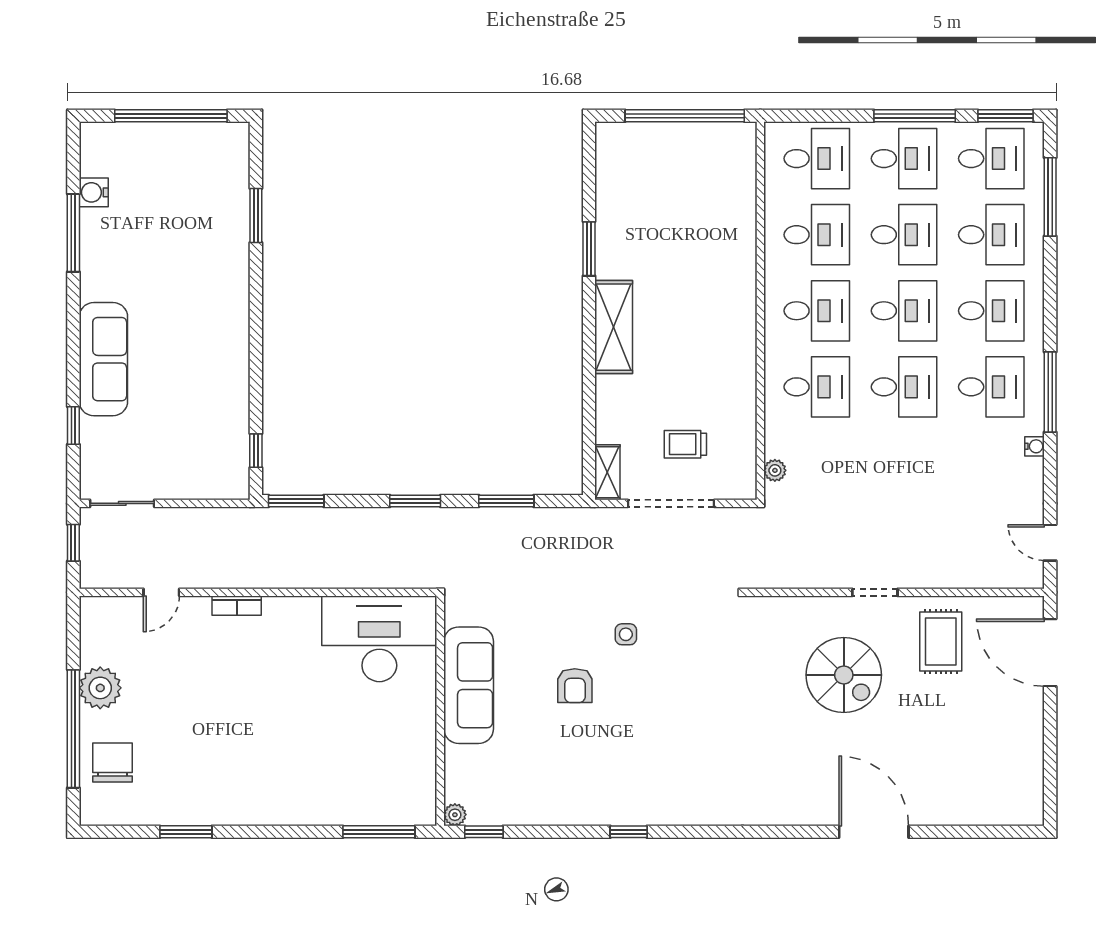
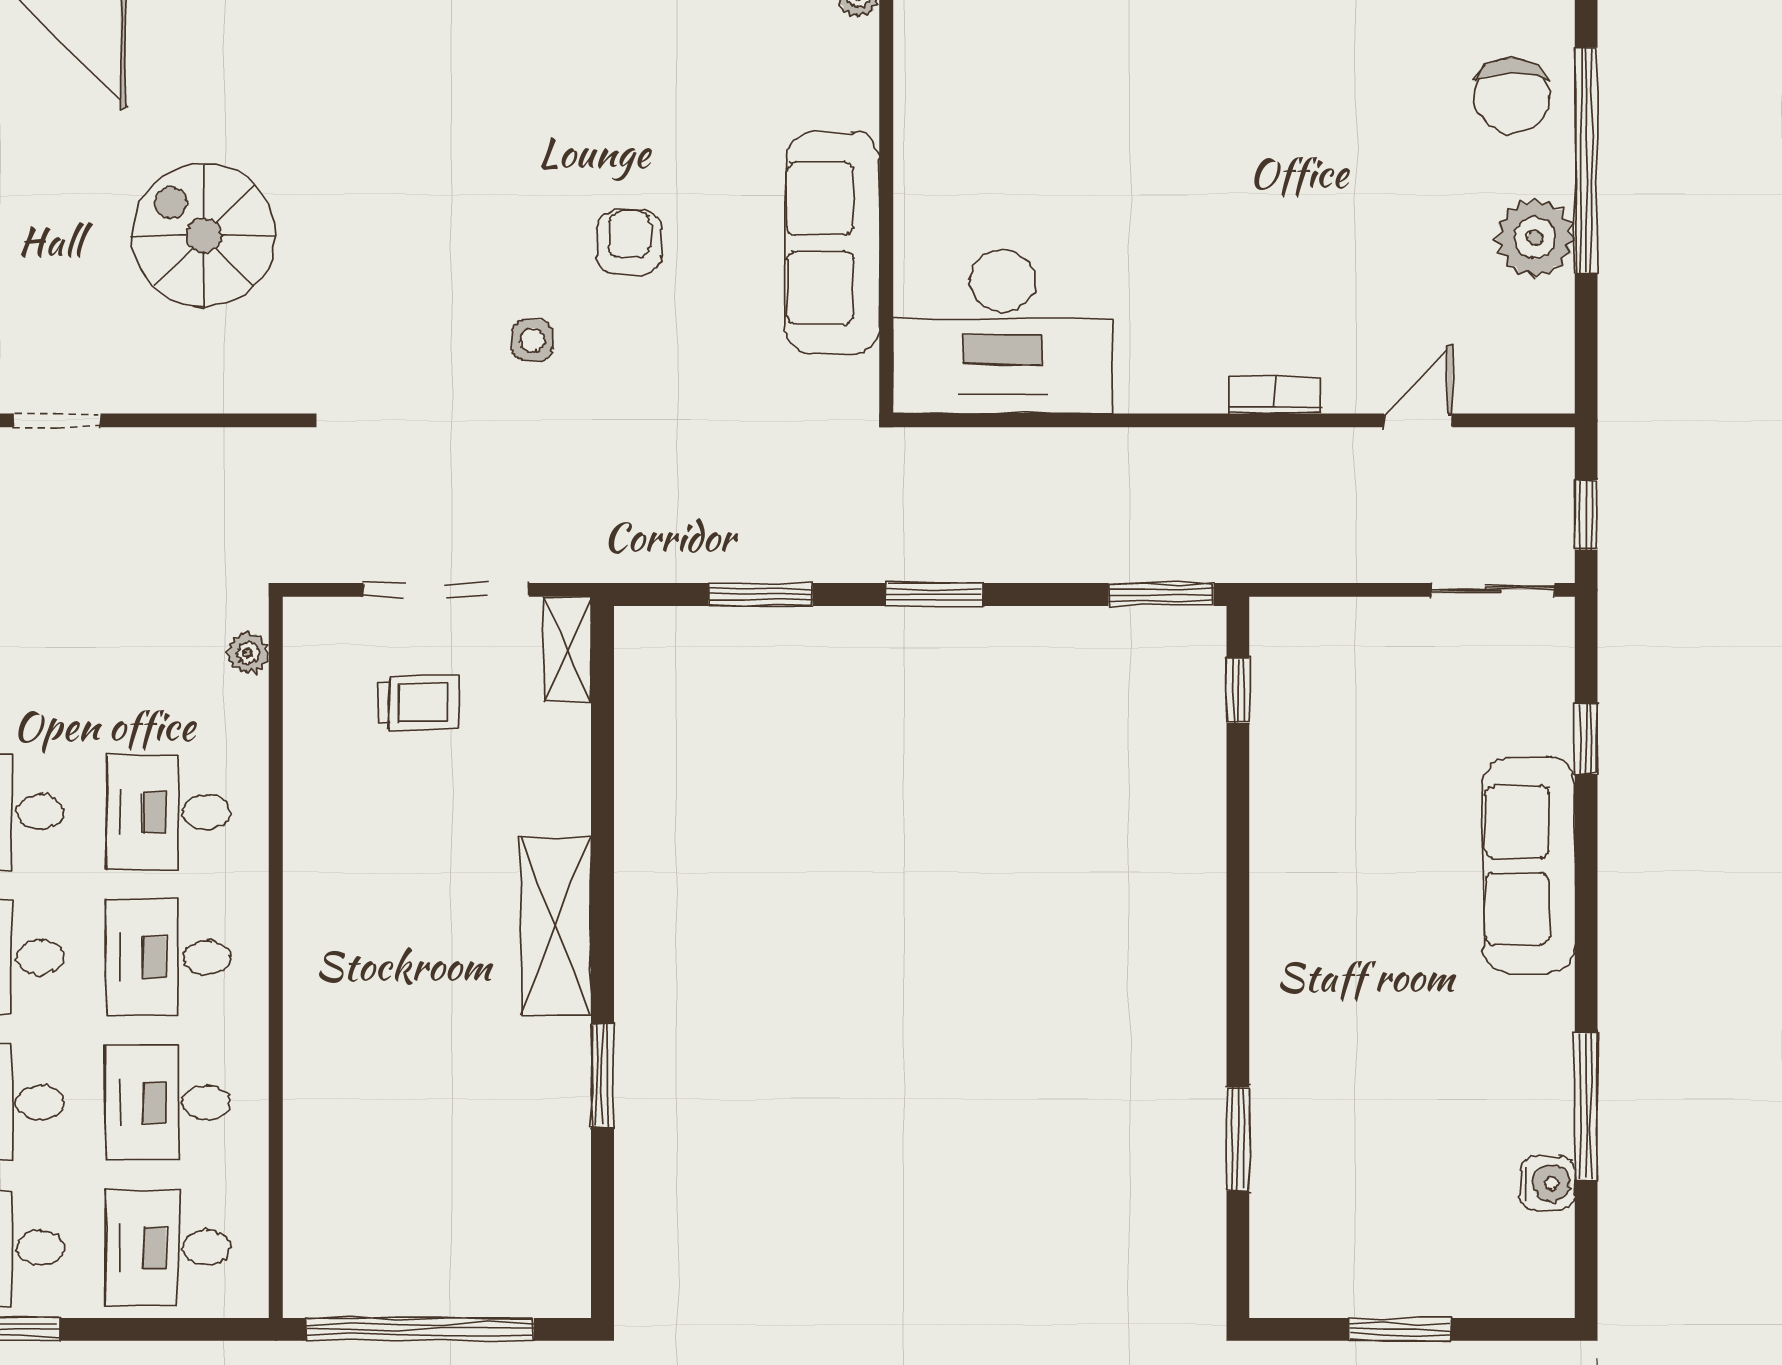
window: (171, 116) -> (1400, 1329), width x0.47
spiral stairs: (844, 675) -> (204, 235), moved

